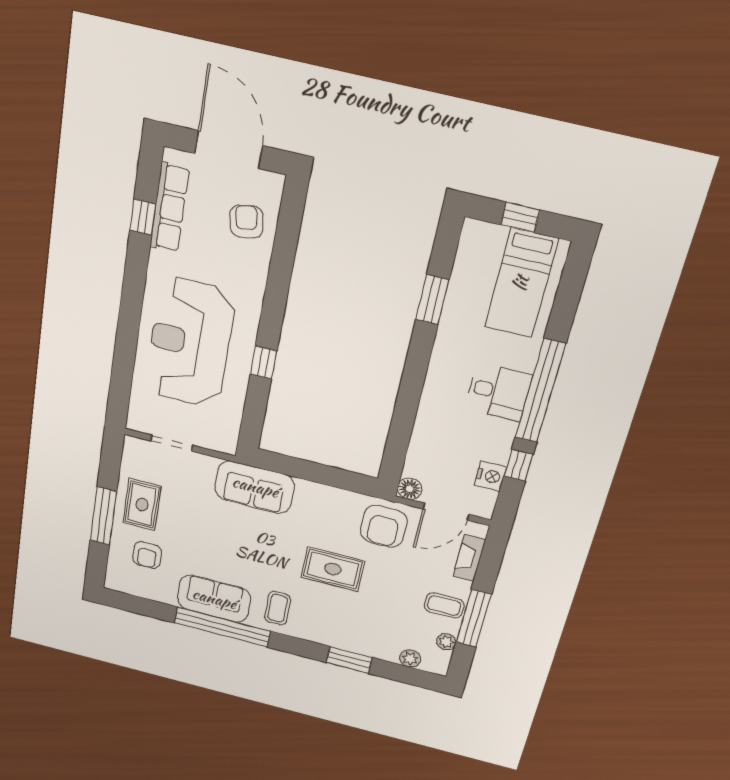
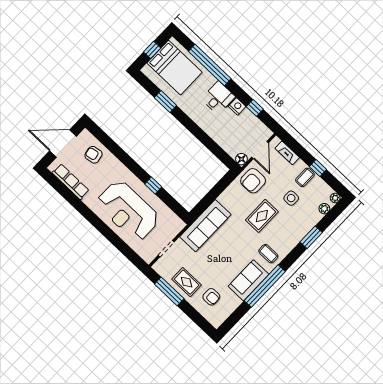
window: (143, 217) -> (68, 195), removed
bed: (521, 283) -> (175, 68), width x1.50
window: (540, 391) -> (210, 65), moved
nightstand: (490, 476) -> (237, 106), moved
sofa: (255, 487) -> (205, 226), width x1.36
window: (103, 516) -> (169, 291), moved
armchair: (384, 526) -> (253, 181), turned 90
side table: (394, 600) -> (291, 198), added
window: (474, 618) -> (318, 168), width x0.46
plant: (446, 642) -> (335, 198), moved

